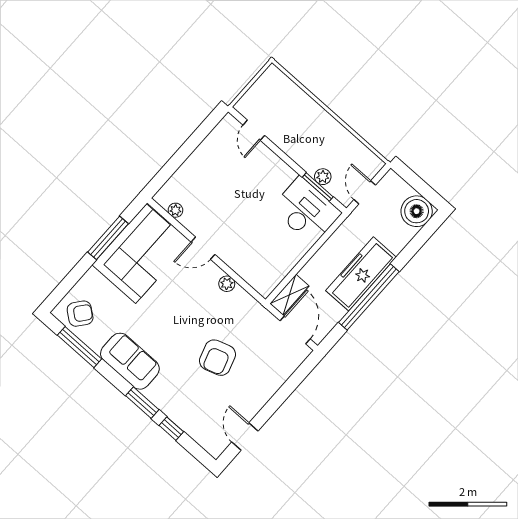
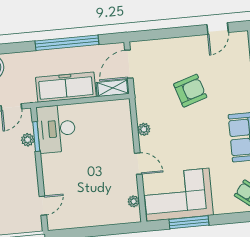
freezer: (361, 274) -> (66, 87), moved, turned 180

